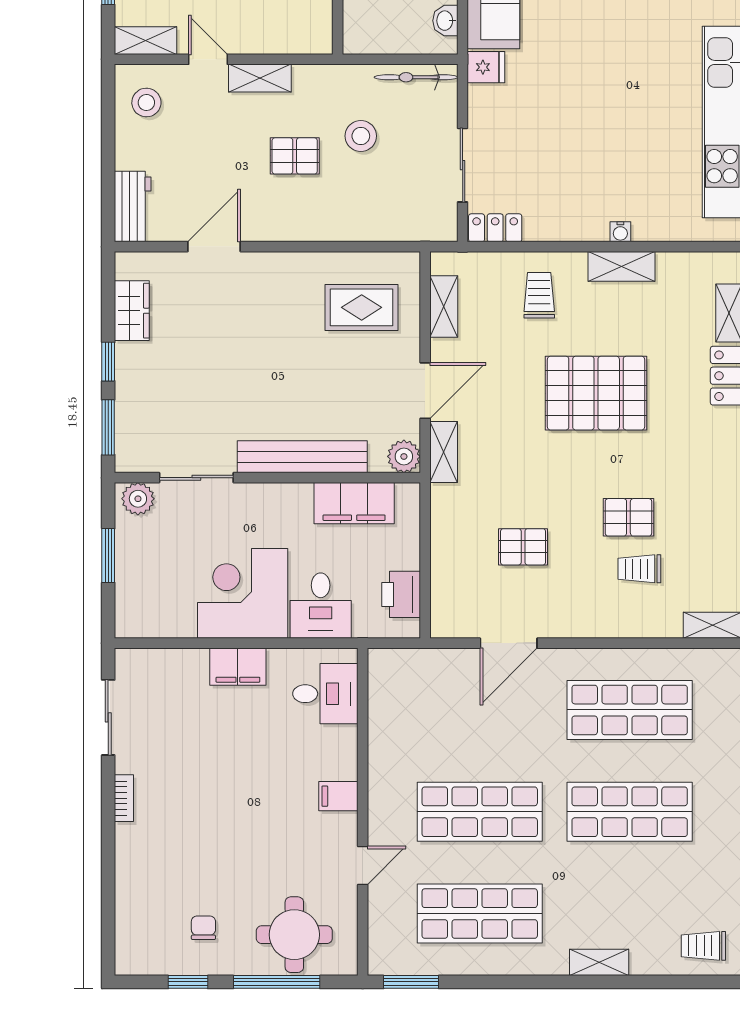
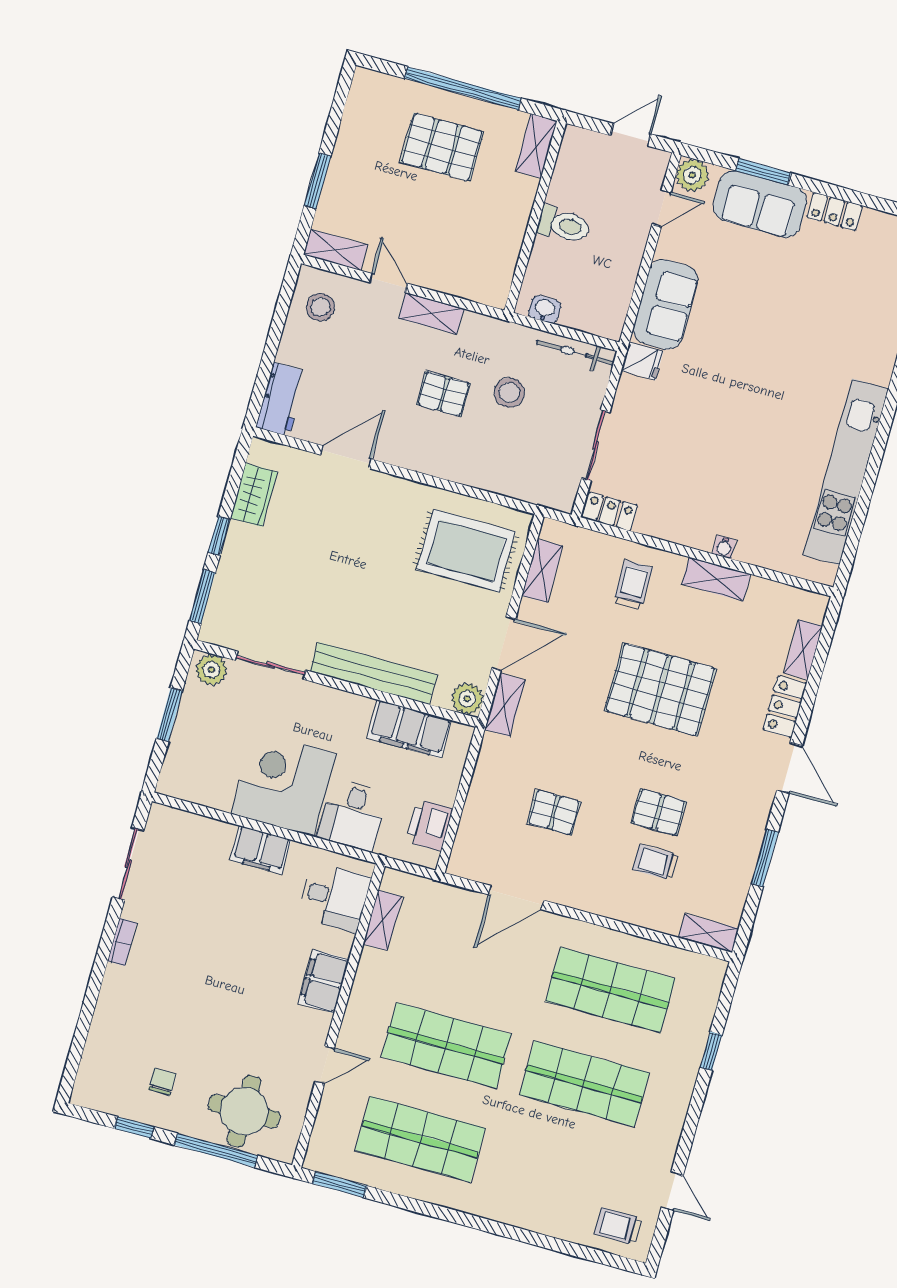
washbasin: (445, 21) -> (545, 309), moved, turned 90
rug: (362, 307) -> (466, 551), width x1.36, depth x1.43
filing cabinet: (338, 796) -> (324, 981), width x2.00
shelving: (599, 962) -> (383, 920), moved, turned 90

